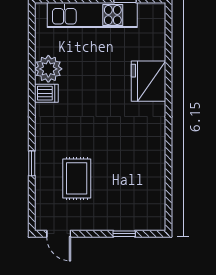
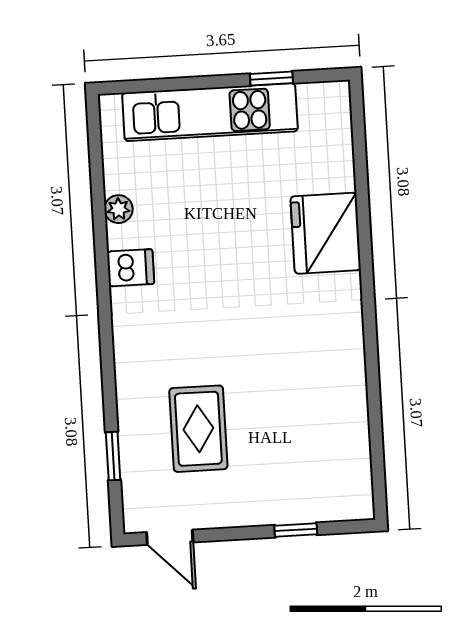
plant: (48, 69) -> (119, 209), width x0.53, depth x0.53
window: (32, 163) -> (113, 456), moved

